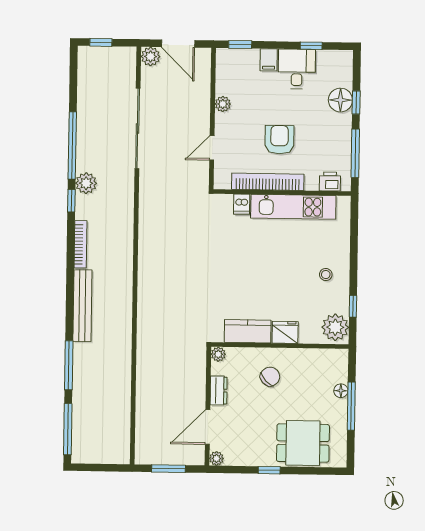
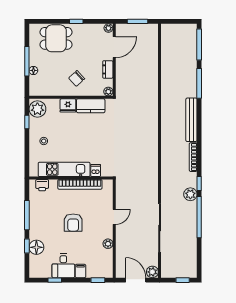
printer: (330, 181) -> (42, 185), moved
bookcase: (268, 182) -> (80, 184), moved
wall: (282, 192) -> (71, 178), moved
dishwasher: (242, 204) -> (96, 170), moved
kitchen unit: (293, 207) -> (64, 169), moved

